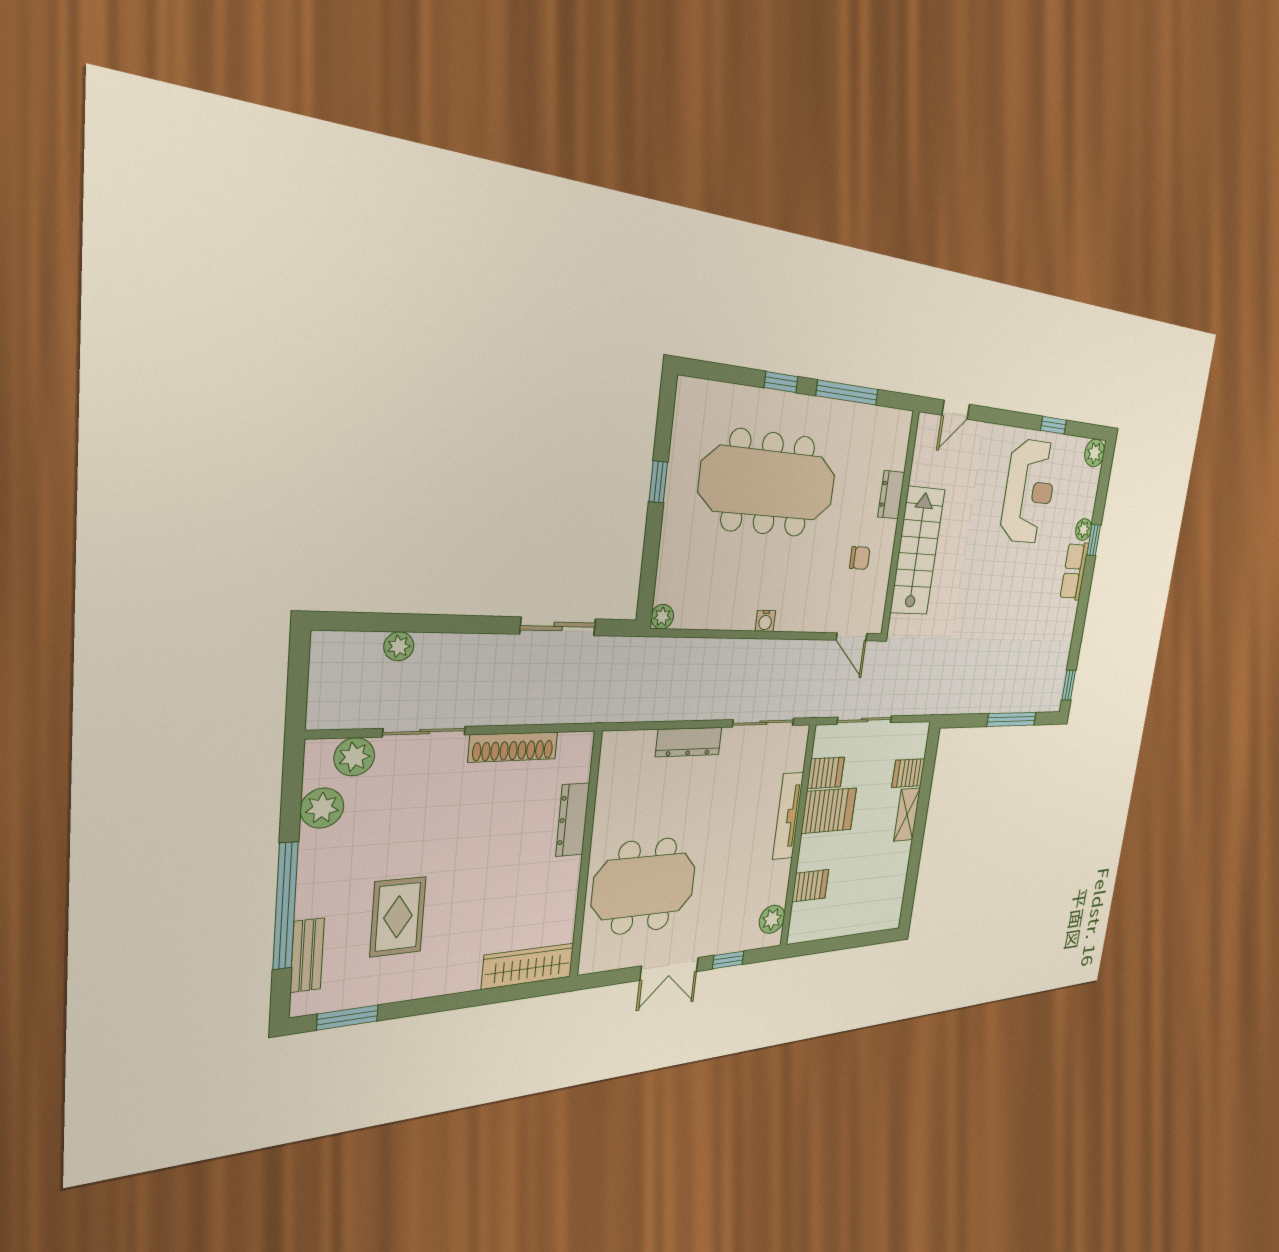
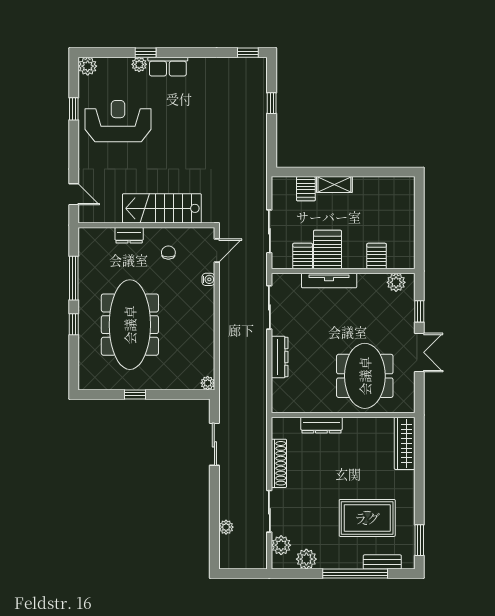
water cooler: (765, 621) -> (208, 279), moved
window: (1012, 719) -> (272, 103), width x0.46
rug: (398, 917) -> (367, 518), width x1.36, depth x1.43

